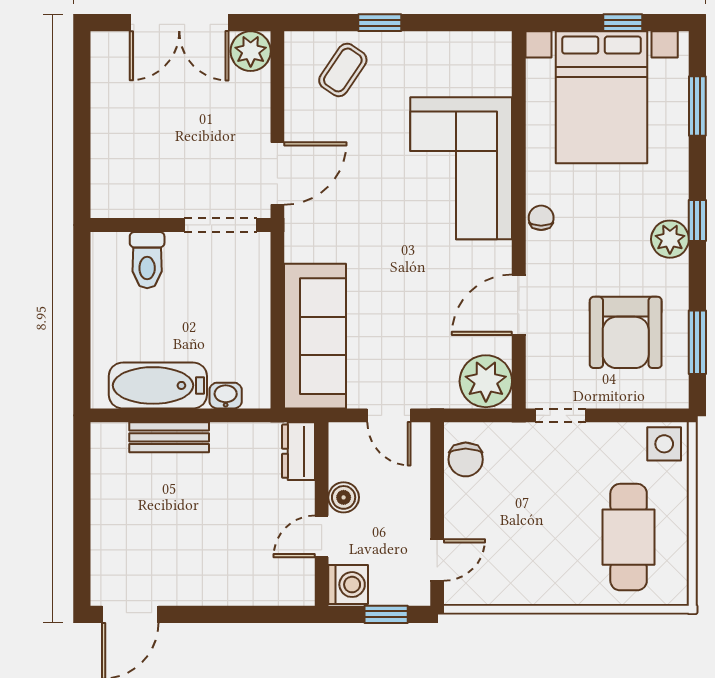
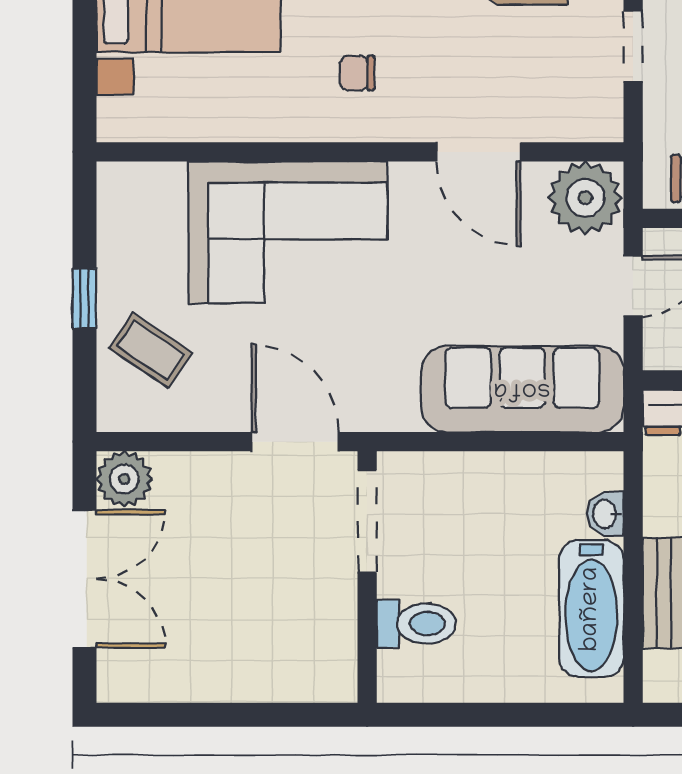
corner sofa: (461, 168) -> (288, 232), moved
wall: (519, 220) -> (360, 152), moved
door: (519, 305) -> (479, 152), moved
plant: (486, 381) -> (585, 198), moved

